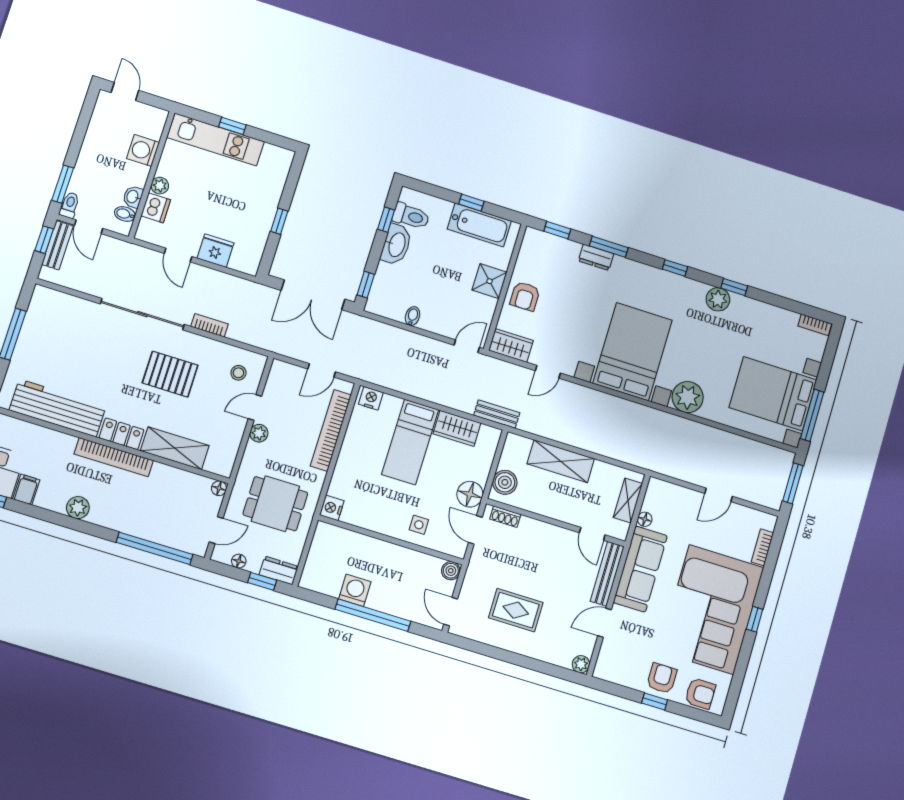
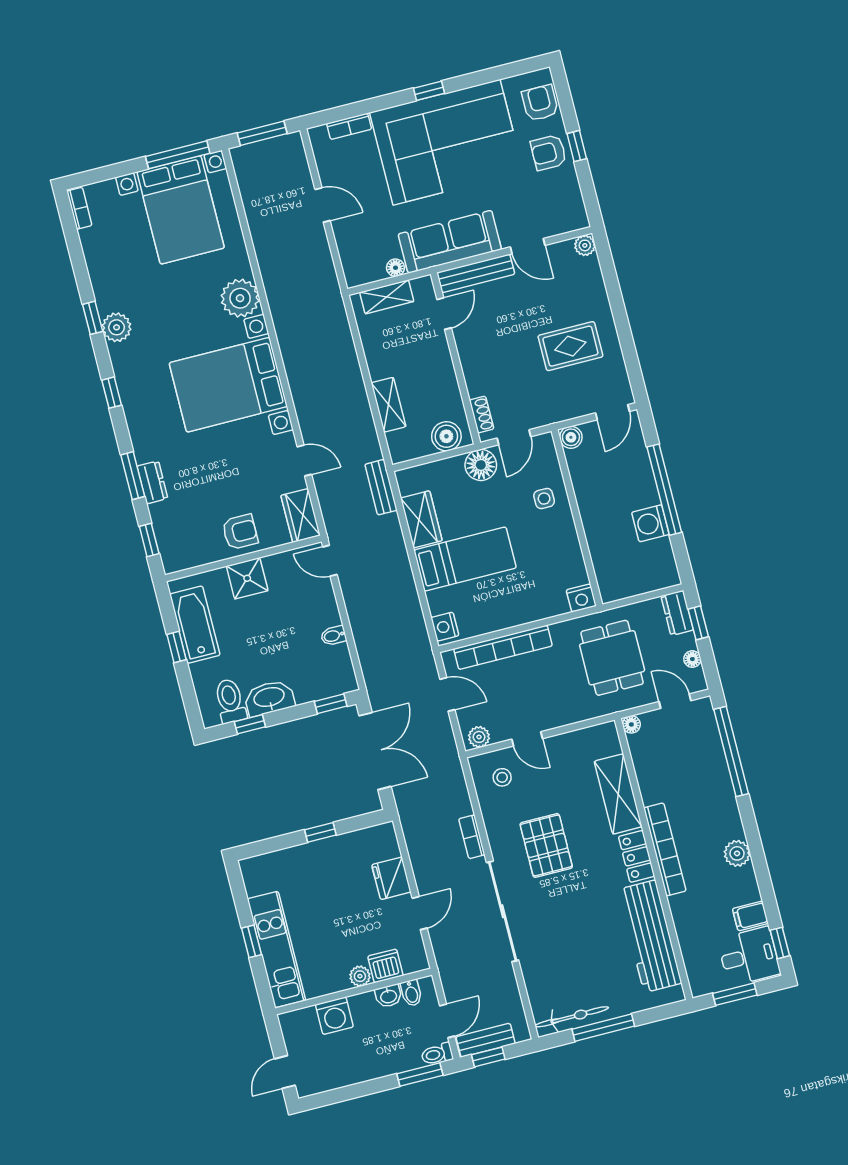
bicycle: (35, 316) -> (572, 1017), added
plant: (259, 433) -> (479, 737), moved
shelving: (561, 461) -> (389, 405), width x0.67, depth x0.75
rug: (516, 610) -> (570, 346), turned 90

